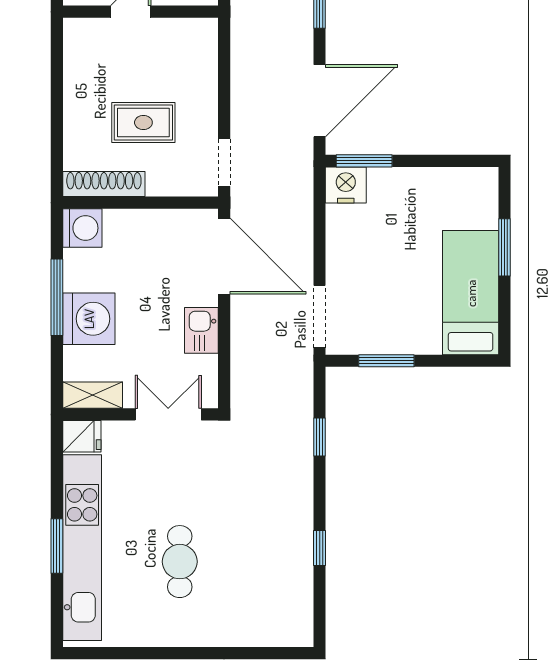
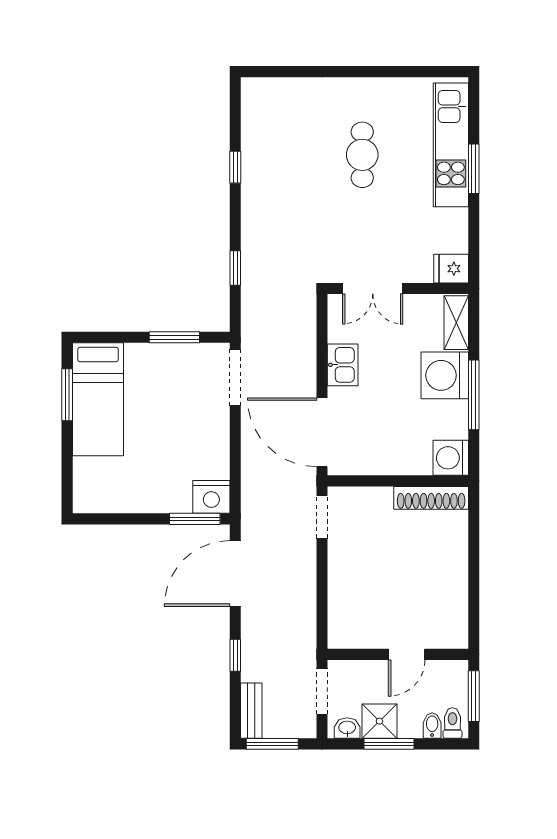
rug: (143, 123) -> (395, 554), removed
window: (505, 247) -> (67, 395), moved
shelving: (93, 395) -> (456, 323), moved, turned 90
kitchen unit: (82, 548) -> (451, 145), width x0.73

